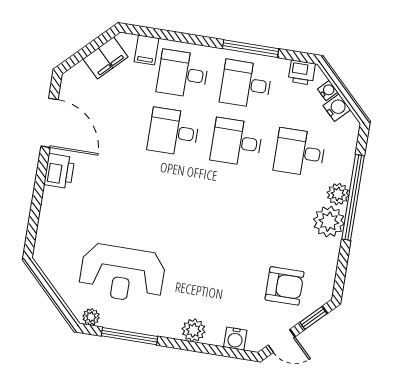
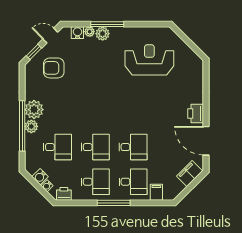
window: (251, 49) -> (114, 203), moved
filing cabinet: (106, 58) -> (190, 174), moved
plant: (91, 317) -> (90, 32), moved
window: (130, 336) -> (107, 24), moved

